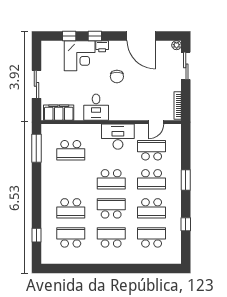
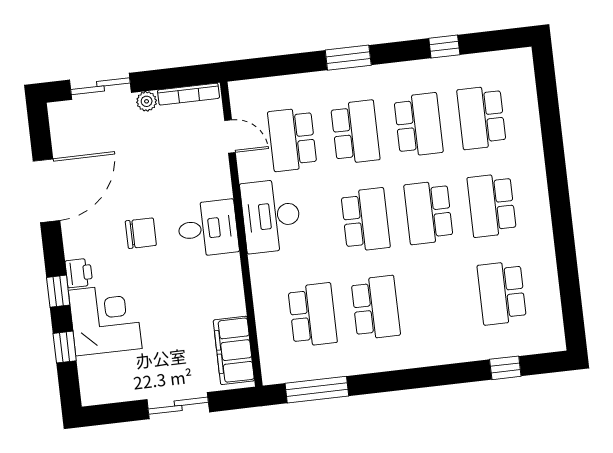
plant: (177, 45) -> (147, 101), moved
desk: (96, 107) -> (208, 228), moved
school desk: (71, 208) -> (376, 308), moved

